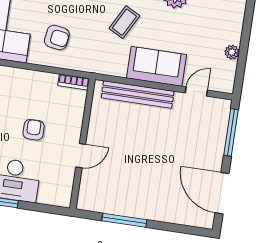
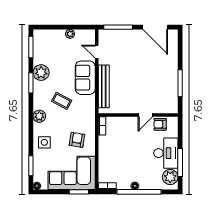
armchair: (34, 130) -> (160, 124), moved
door: (81, 156) -> (145, 115), swing flipped
door: (222, 193) -> (155, 27), hinge flipped

